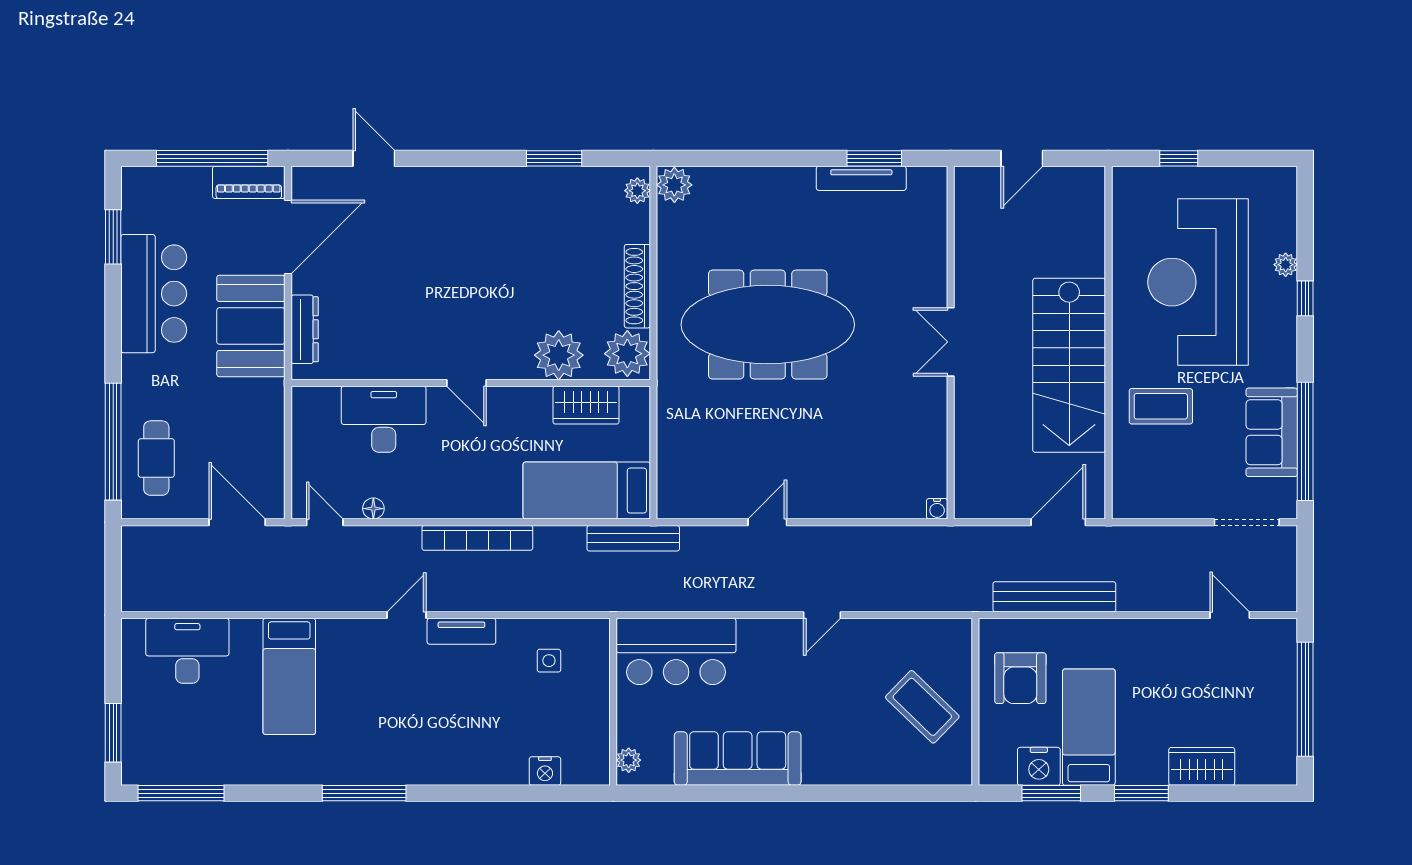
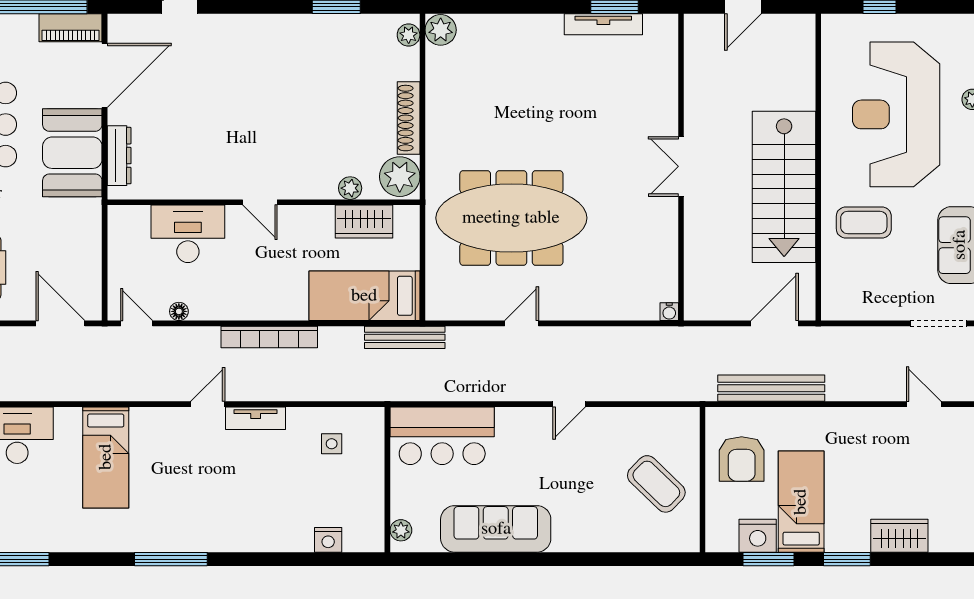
meeting table: (768, 325) -> (511, 218), moved
plant: (559, 355) -> (350, 188), width x0.53, depth x0.53

